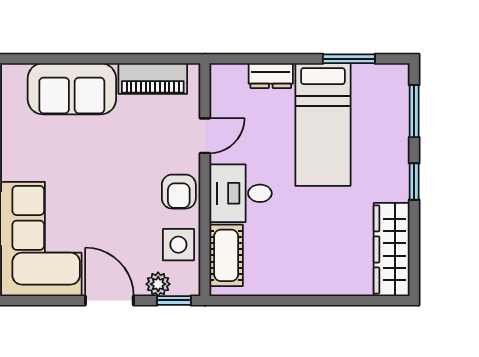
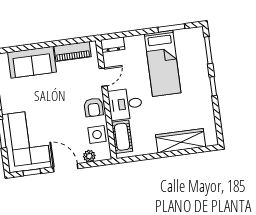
dresser: (271, 76) -> (113, 45), moved
wardrobe: (392, 249) -> (181, 141), moved, turned 90
window: (174, 300) -> (32, 172), moved

